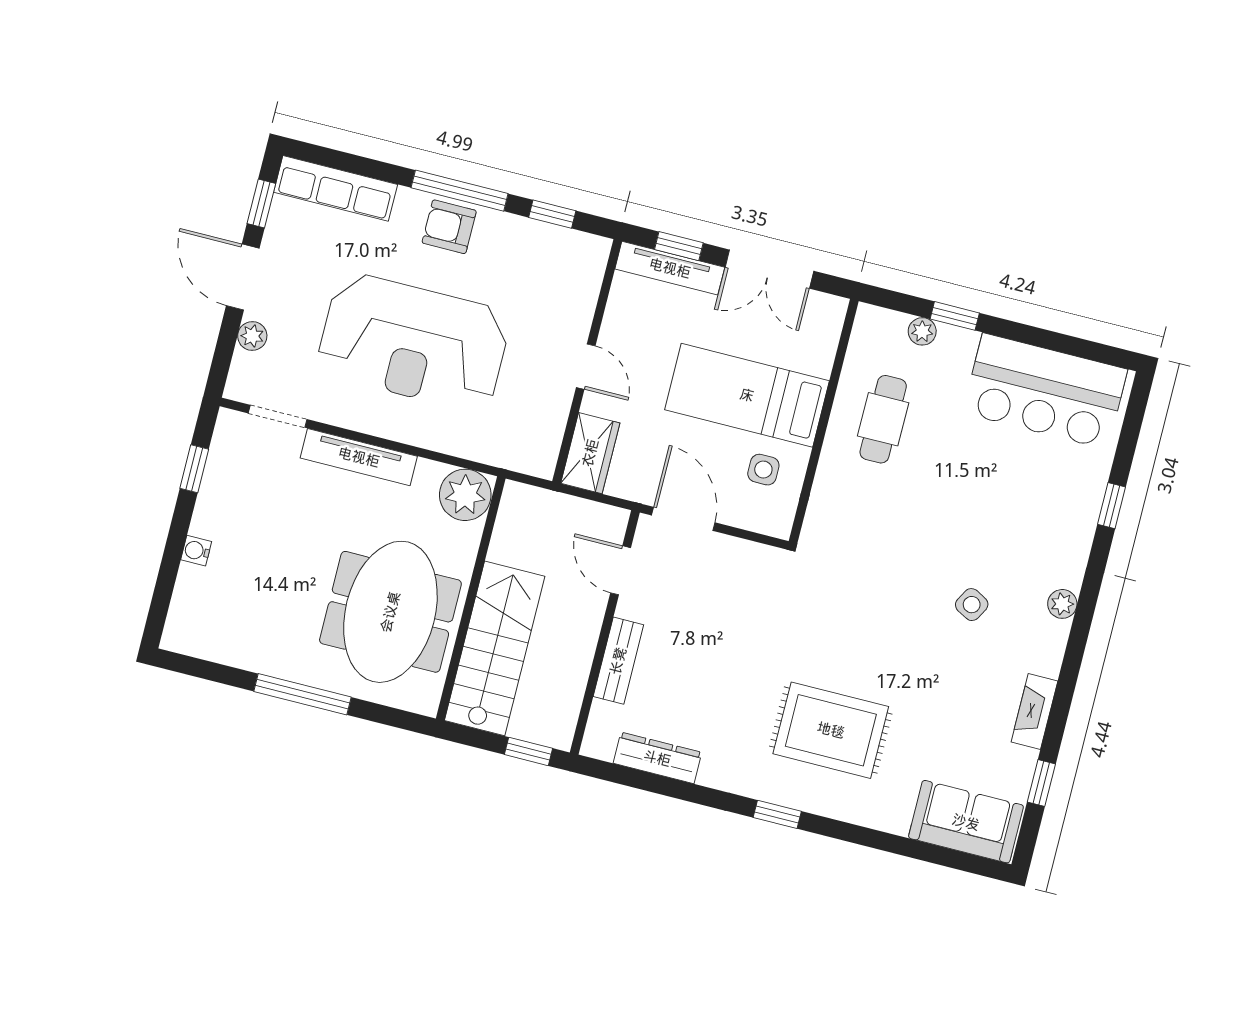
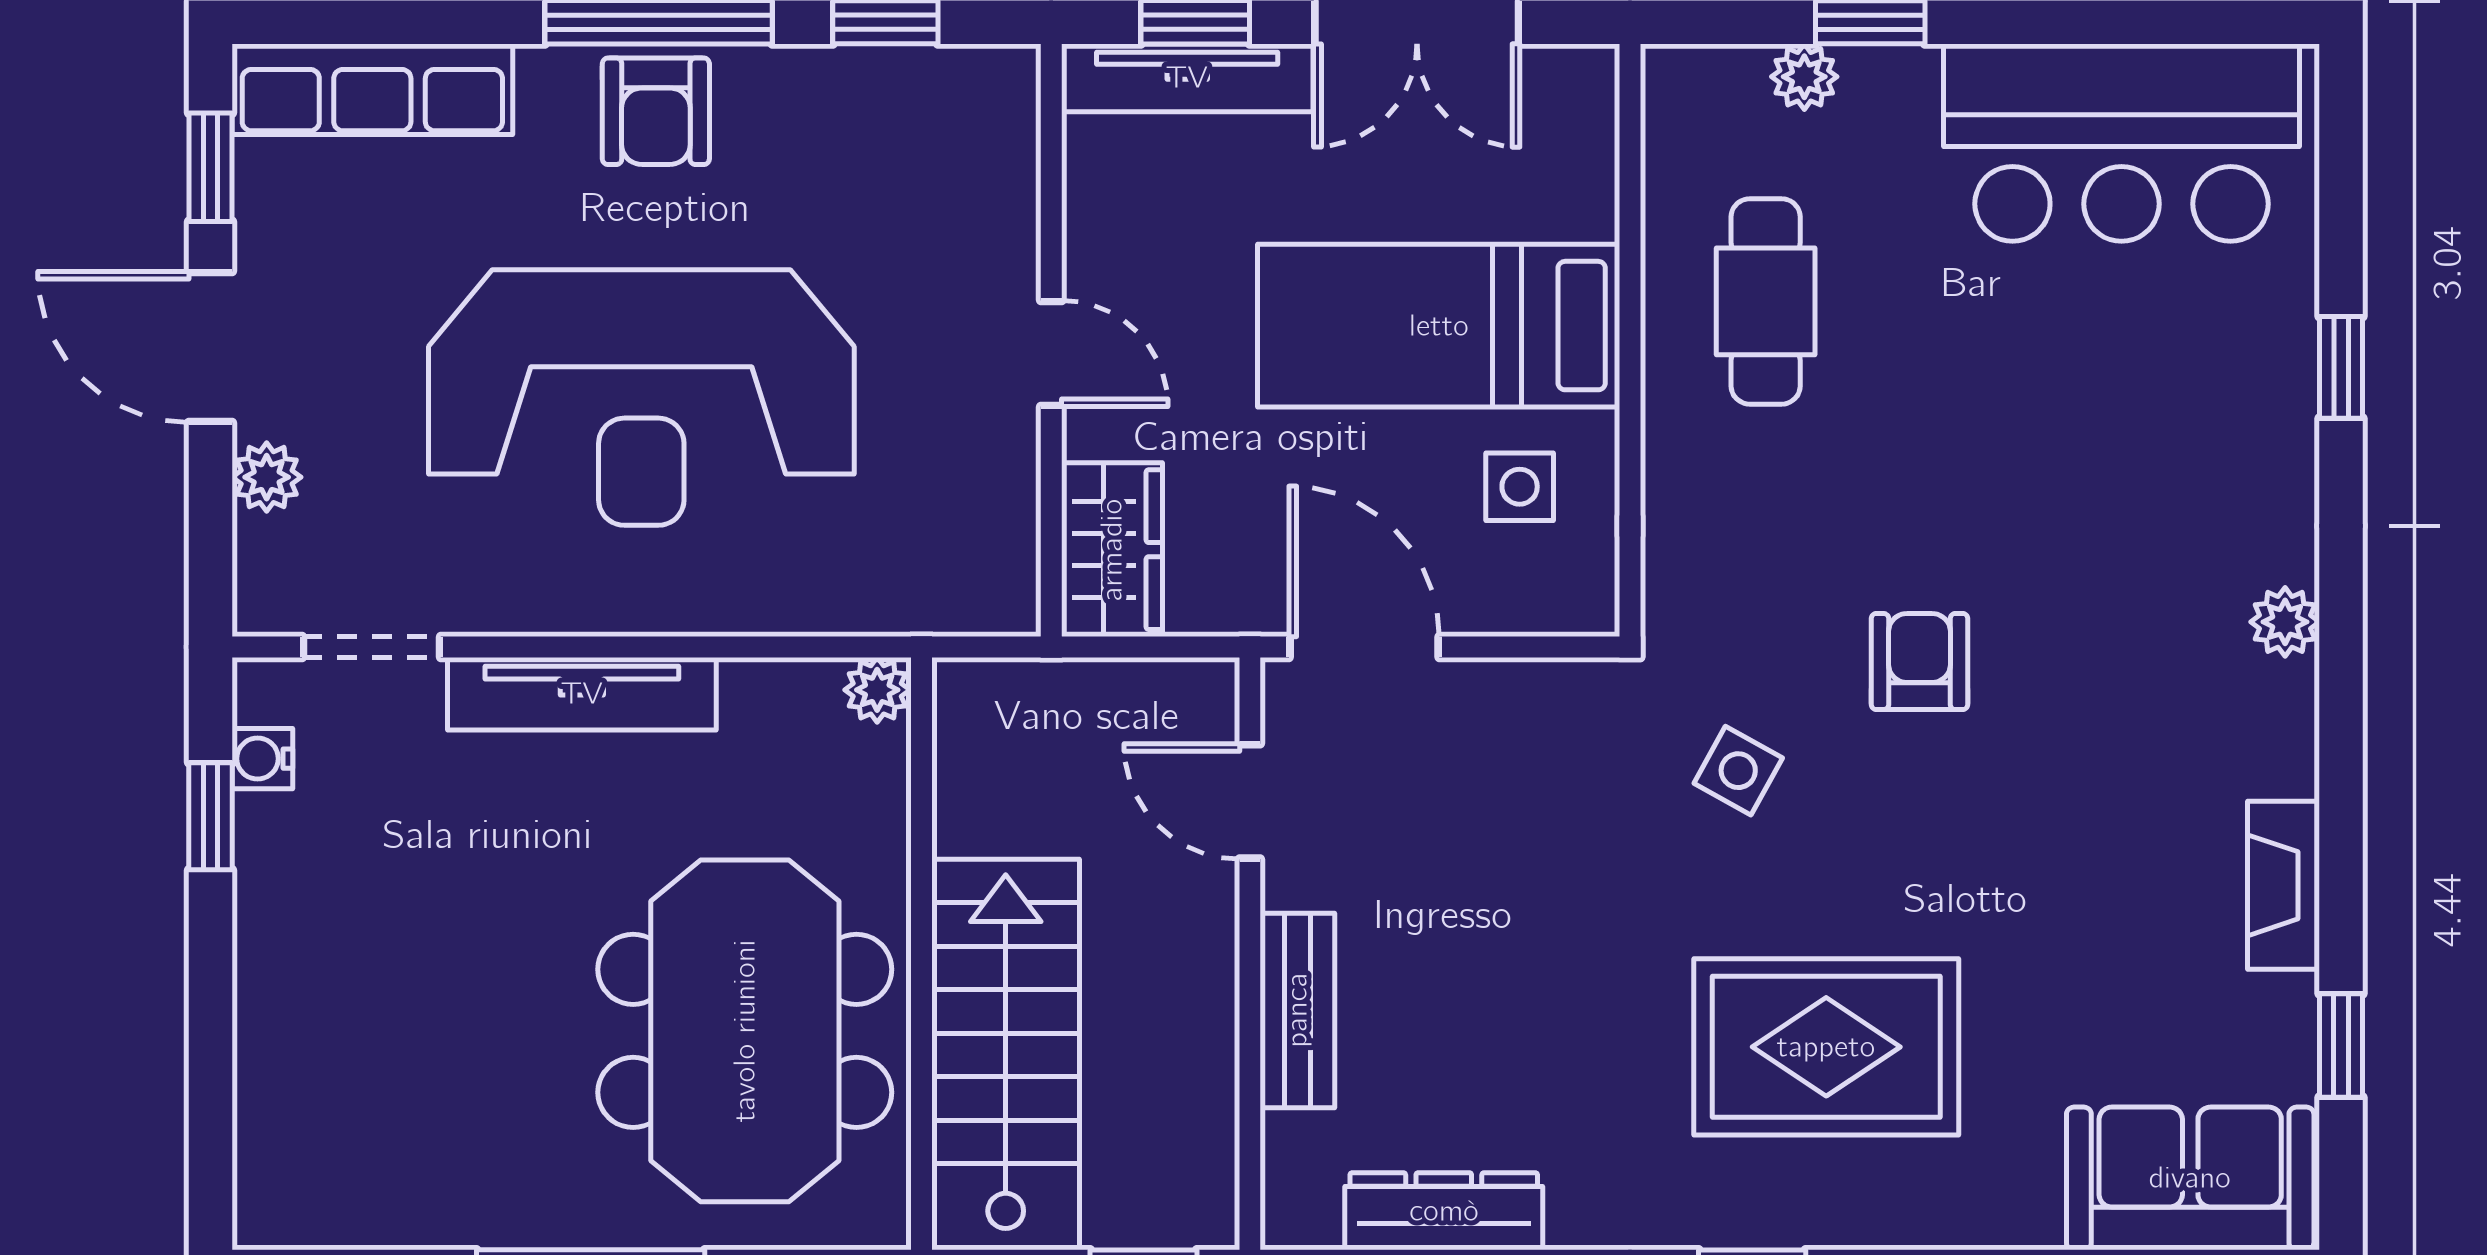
armchair: (449, 227) -> (656, 111), turned -90
plant: (465, 495) -> (877, 690), width x0.53, depth x0.53
water cooler: (196, 551) -> (262, 759), moved
armchair: (909, 582) -> (1919, 662), added
side table: (972, 605) -> (1738, 771), moved

